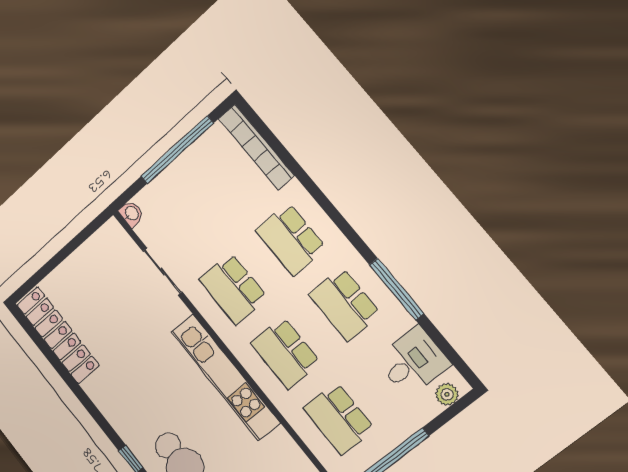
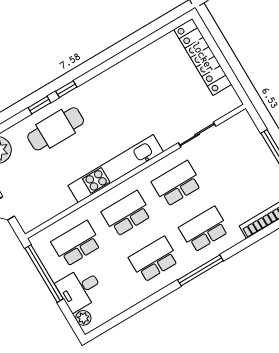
washbasin: (131, 214) -> (242, 118), removed
window: (397, 289) -> (200, 270), moved
locker: (58, 335) -> (203, 57), moved, turned 90
desk: (413, 362) -> (80, 289), moved, turned 90

